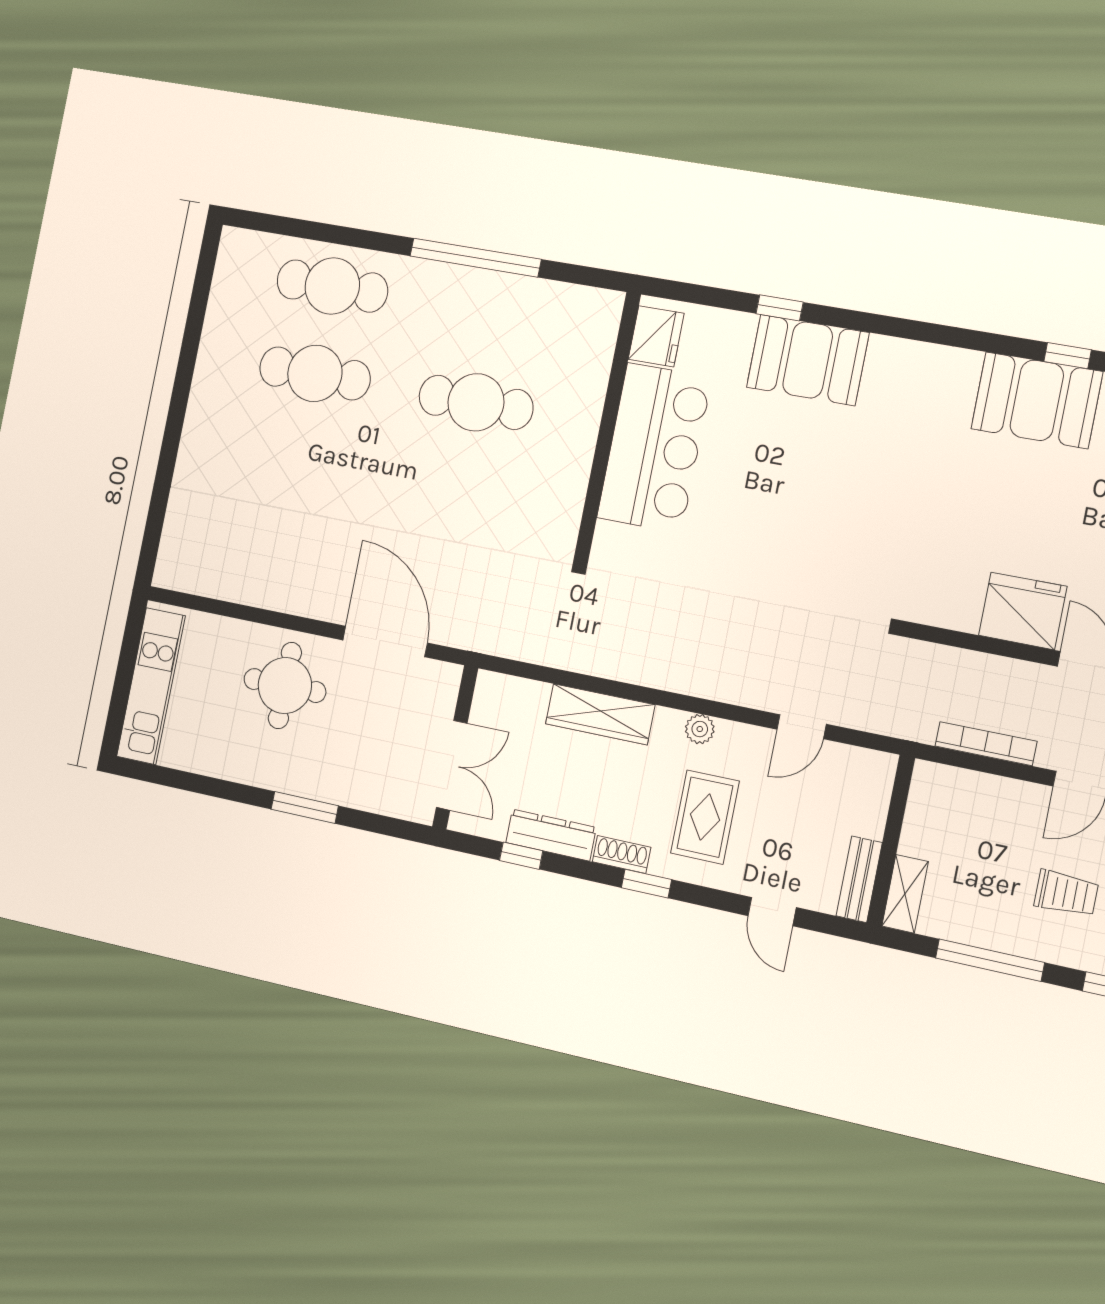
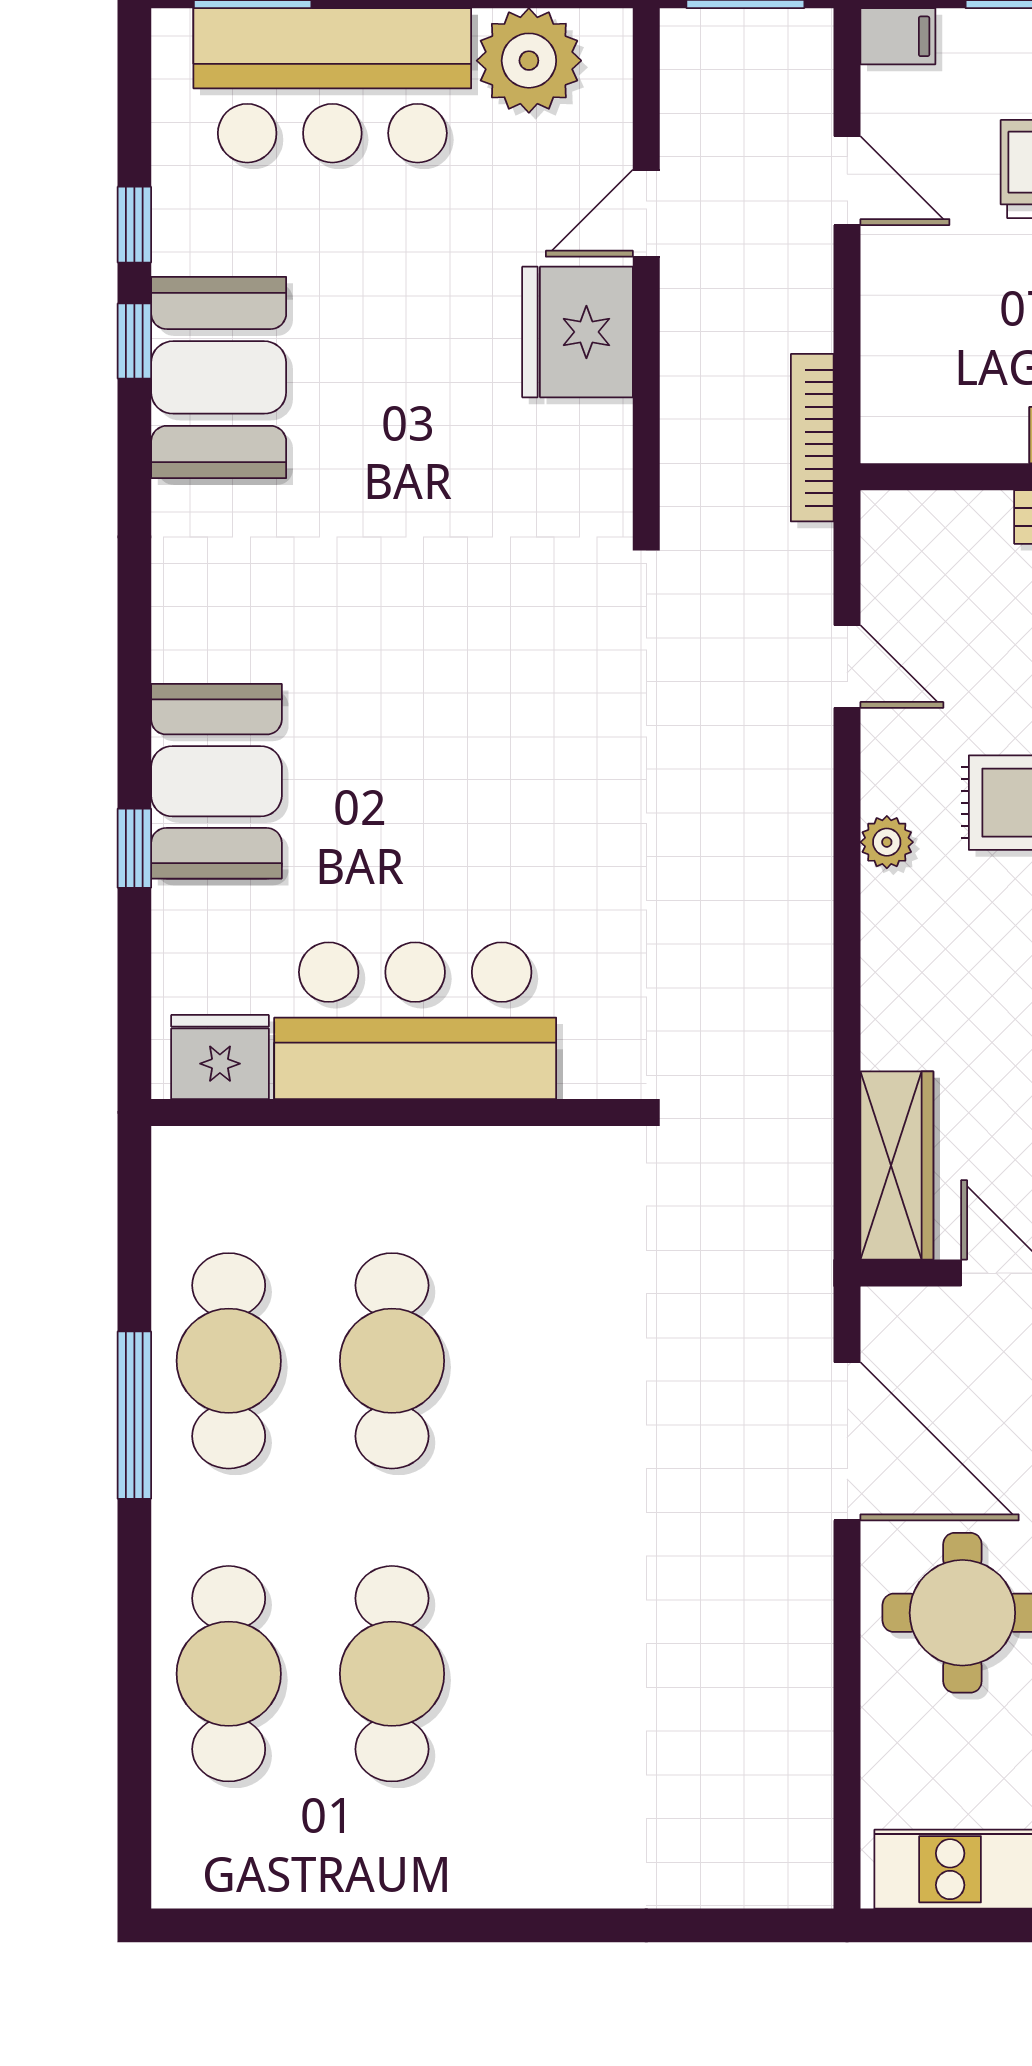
window: (475, 258) -> (134, 1415), width x0.68
cafe table: (494, 314) -> (229, 1361), added
door: (385, 641) -> (847, 1441), swing flipped
wardrobe: (600, 714) -> (897, 1165), moved
bookcase: (986, 744) -> (812, 438), moved

